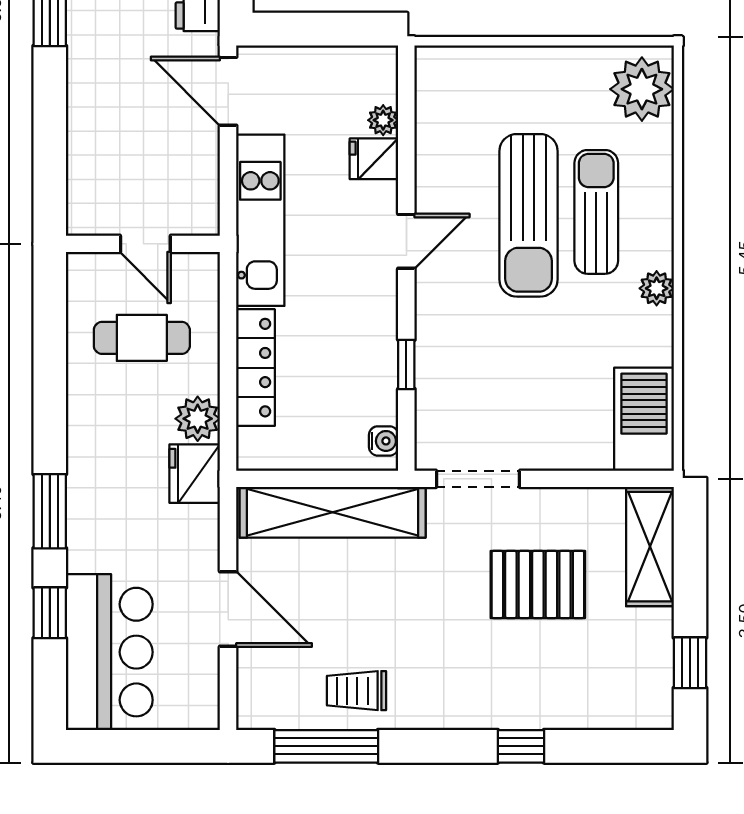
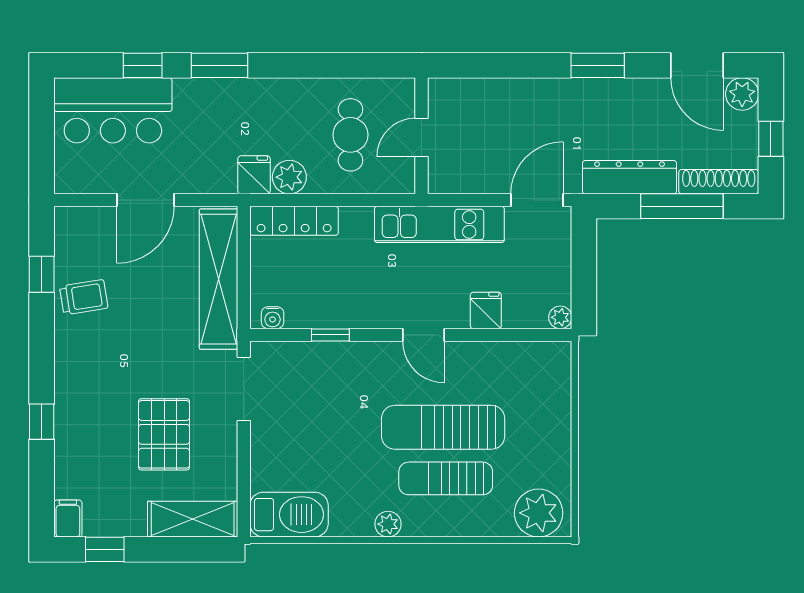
plant: (383, 120) -> (560, 317), moved
sun lounger: (596, 212) -> (446, 478), turned 180
locker: (255, 368) -> (294, 221), moved
fridge: (195, 474) -> (254, 175), width x0.72
trolley: (356, 691) -> (84, 297), turned 81
filing cabinet: (649, 712) -> (68, 518), added
window: (326, 746) -> (42, 274), width x0.46

